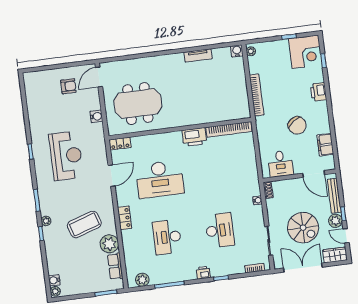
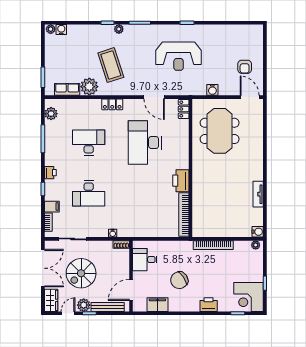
filing cabinet: (238, 267) -> (52, 207), added

